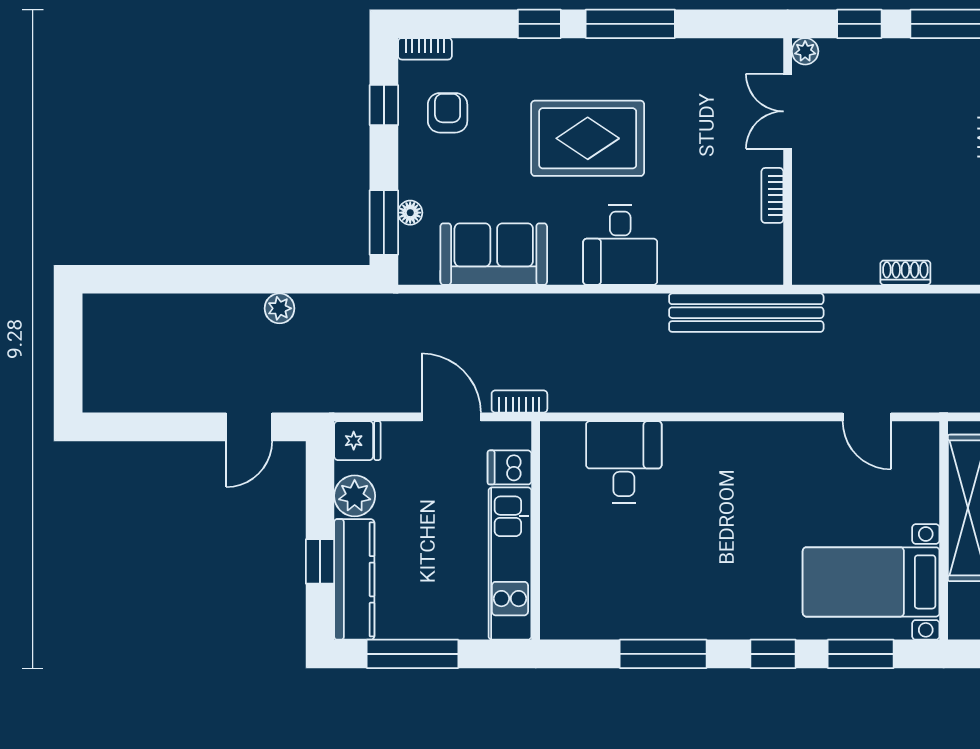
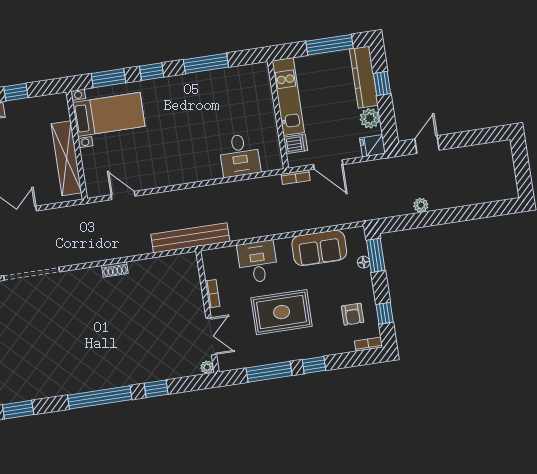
plant: (805, 51) -> (207, 367), moved
double door: (788, 111) -> (211, 336), moved
wall: (788, 161) -> (207, 312), moved
bookcase: (772, 195) -> (212, 294), moved

